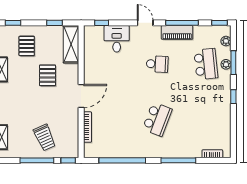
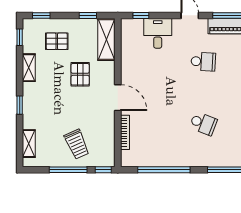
pallet: (27, 46) -> (57, 41), turned 90
door: (81, 96) -> (118, 98), hinge flipped
school desk: (157, 119) -> (203, 124), width x0.54

